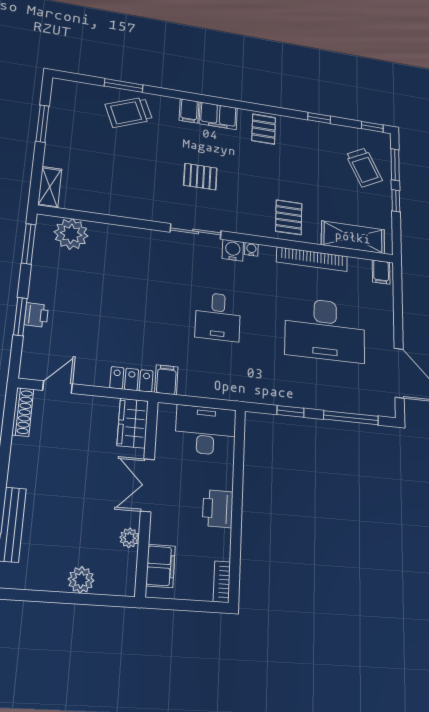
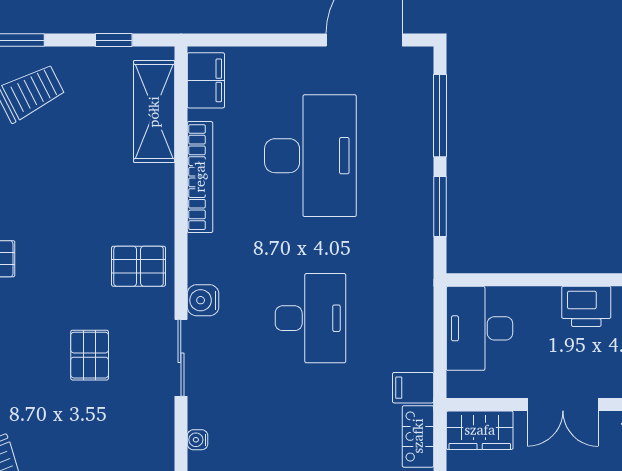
window: (396, 201) -> (114, 40), moved
pallet: (289, 217) -> (139, 266), moved
water cooler: (251, 249) -> (197, 440), moved
filing cabinet: (381, 272) -> (206, 80), width x2.00
desk: (218, 317) -> (310, 318), width x1.37
window: (291, 411) -> (440, 206), width x1.50

